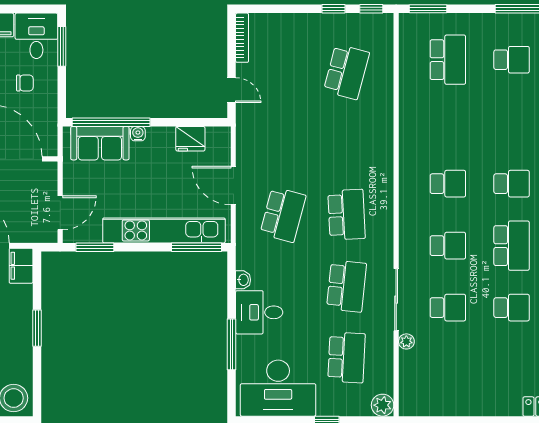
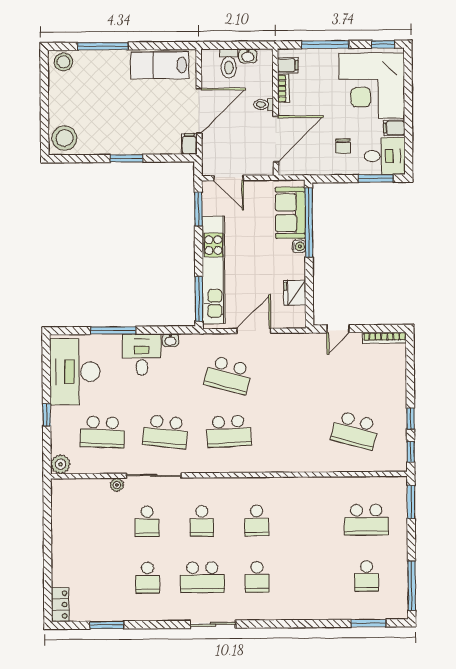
filing cabinet: (21, 266) -> (189, 144), width x0.50

